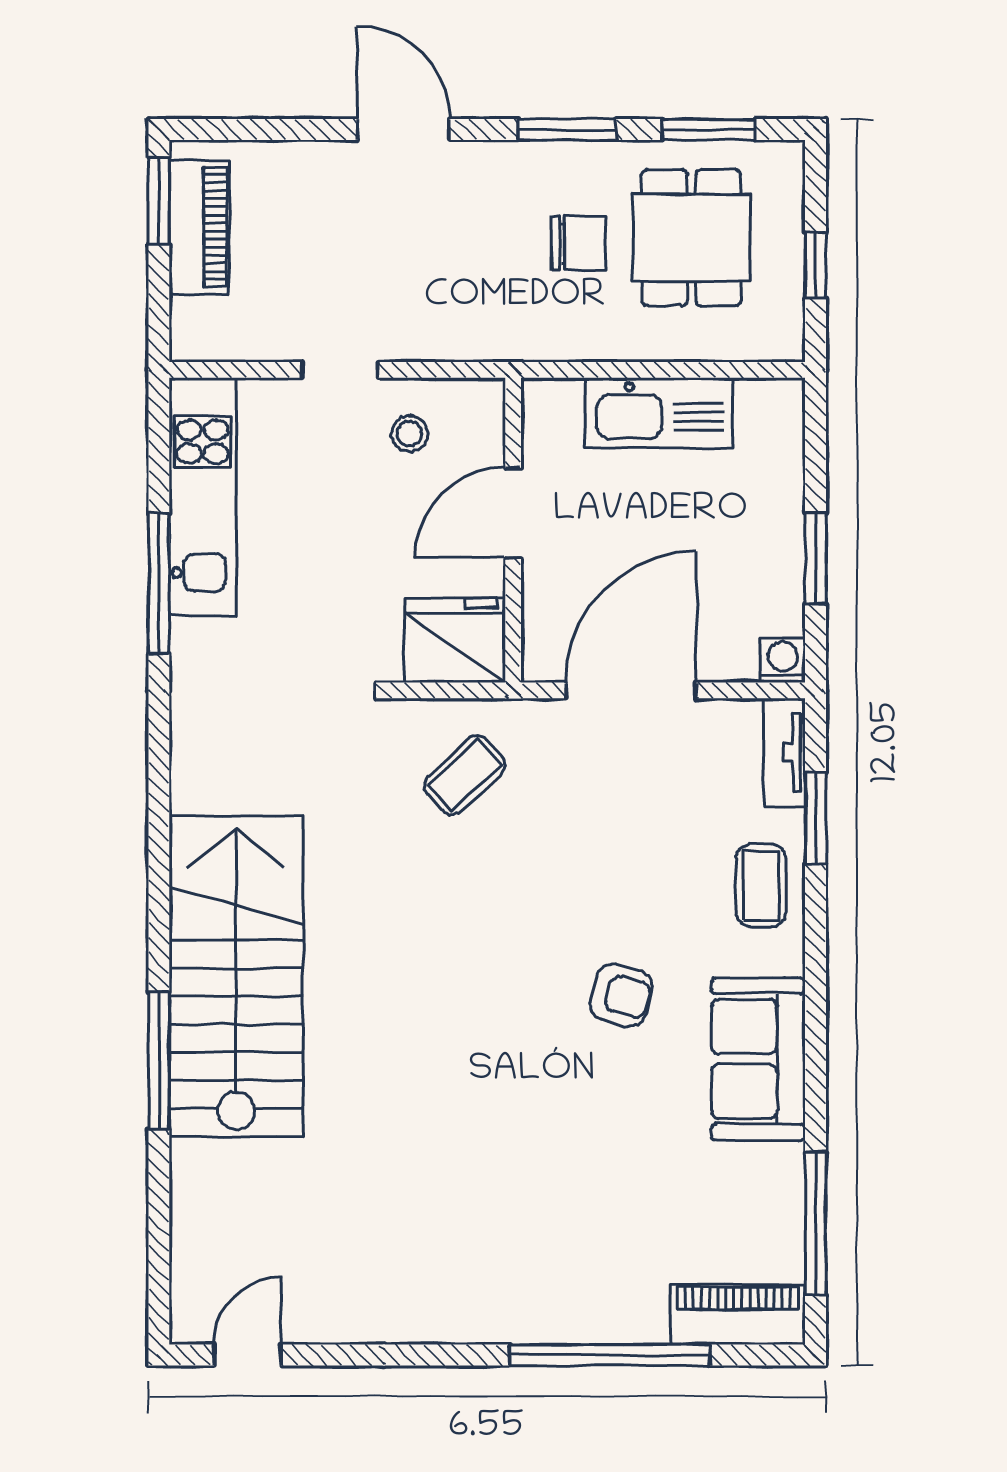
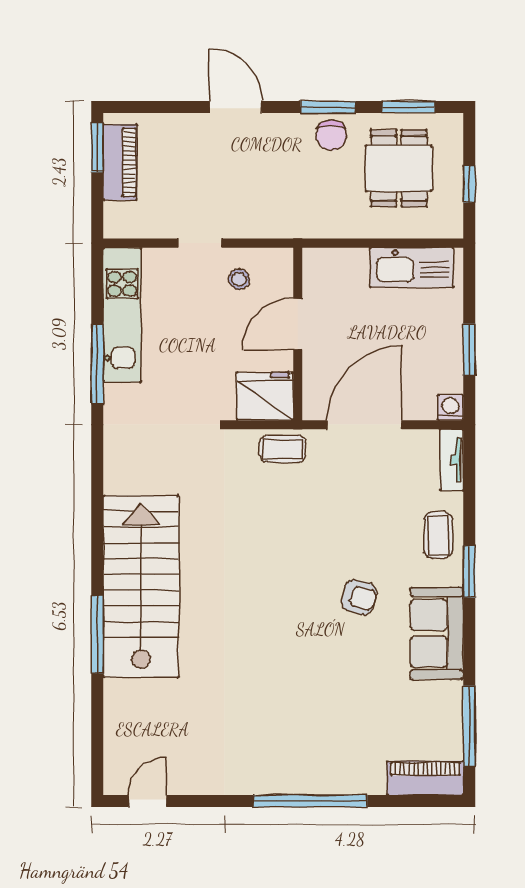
chair: (578, 243) -> (331, 135), moved, turned 90
kitchen sink: (659, 413) -> (412, 268), moved
coffee table: (465, 775) -> (283, 449), moved, turned 43
window: (816, 818) -> (469, 572), moved
window: (610, 1355) -> (310, 801), moved

